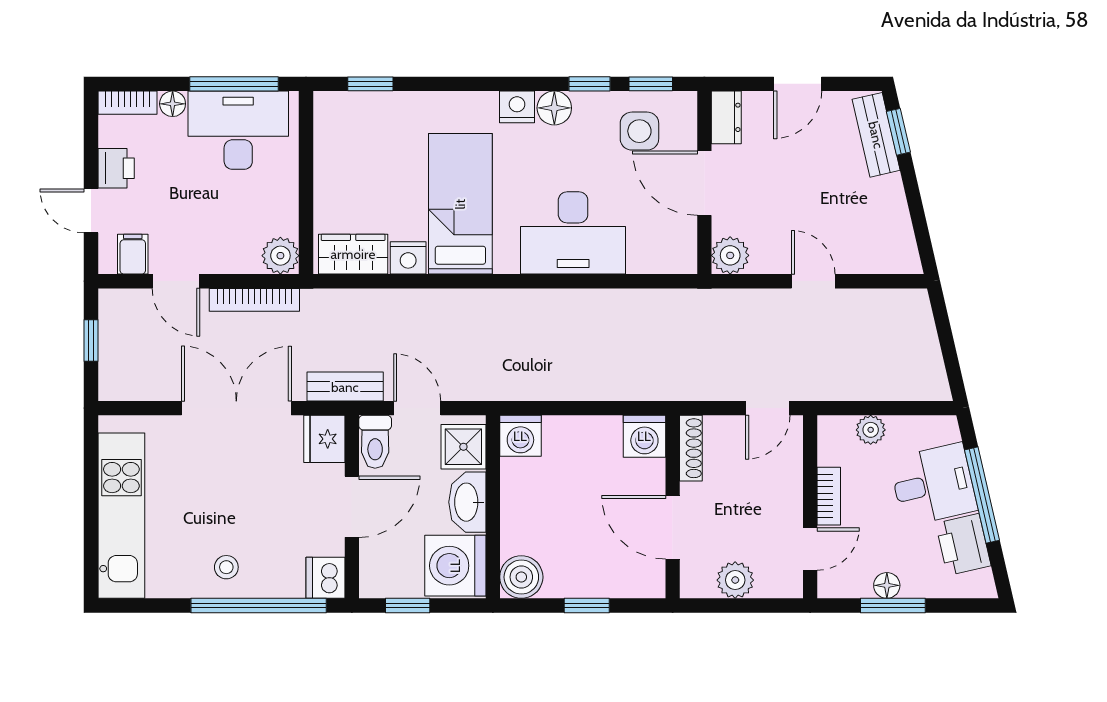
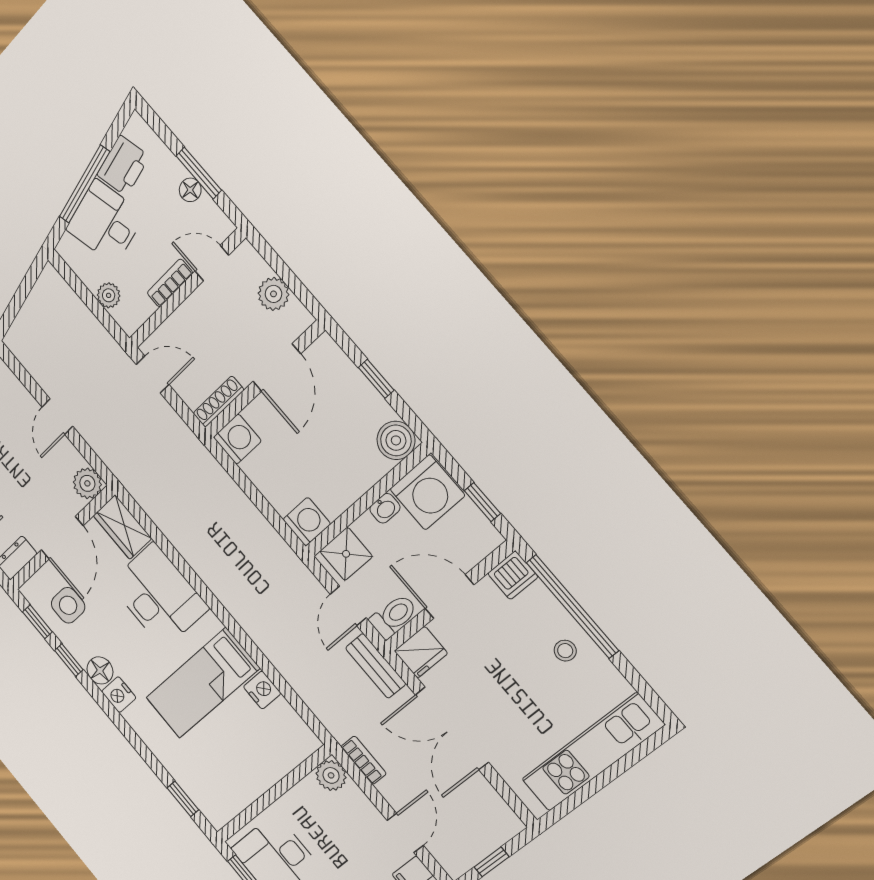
wardrobe: (353, 254) -> (122, 527), moved
bookcase: (254, 300) -> (364, 760), width x0.64
washbasin: (467, 502) -> (385, 508), width x0.52, depth x0.69

